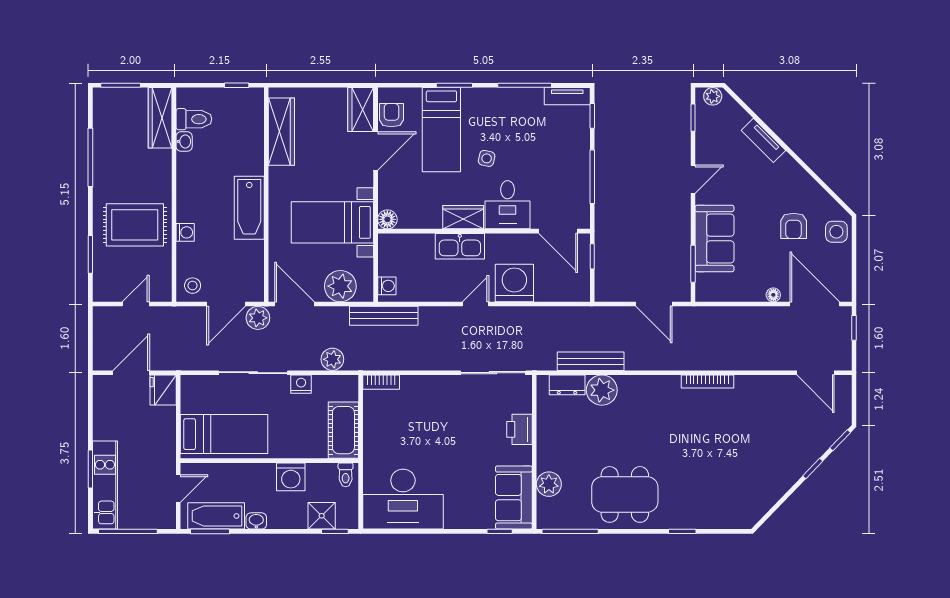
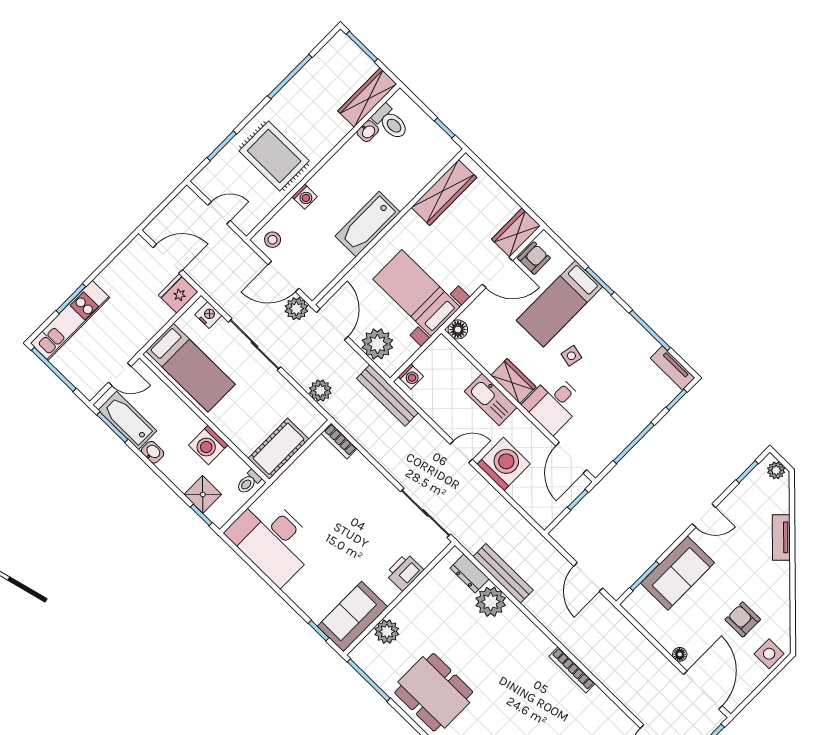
armchair: (794, 226) -> (743, 619), turned 90
nightstand: (301, 384) -> (208, 315), moved

